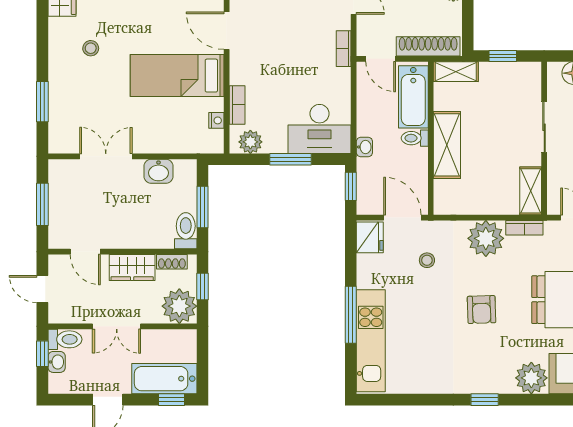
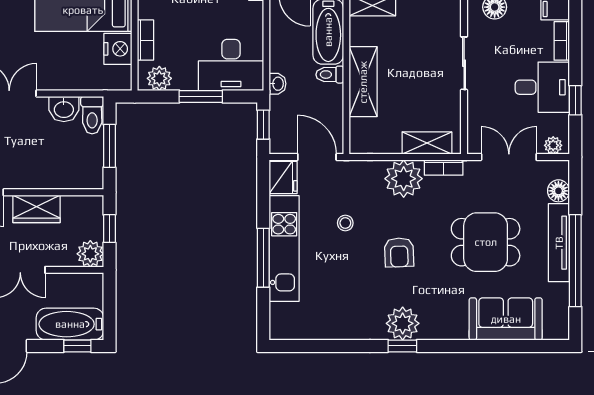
nightstand: (216, 120) -> (118, 49), width x1.89, depth x1.79
shelving: (531, 191) -> (427, 143), moved, turned 90
toilet: (186, 231) -> (92, 115), moved, turned 180
stool: (427, 260) -> (345, 223), moved
shoe rack: (172, 262) -> (78, 203), removed
plant: (179, 306) -> (90, 254), width x0.73, depth x0.73
kitchen unit: (371, 341) -> (284, 249), moved
plant: (531, 378) -> (403, 323), moved

